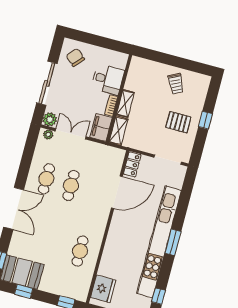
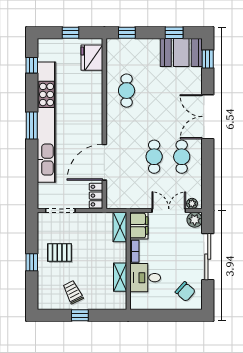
window: (175, 61) -> (80, 315), added
shelving: (125, 104) -> (120, 277), moved
double door: (71, 134) -> (169, 210), swing flipped

